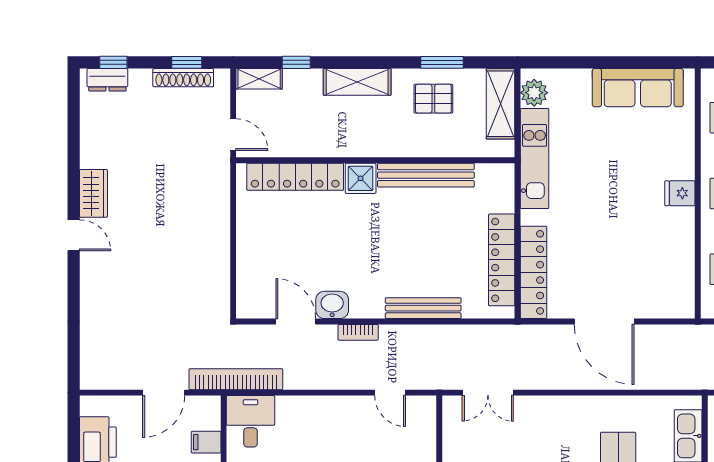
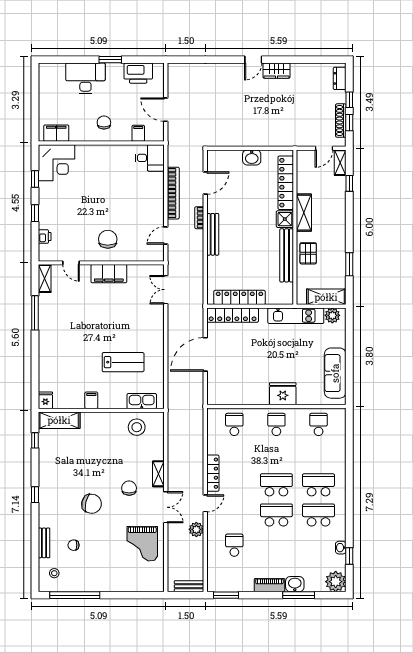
window: (113, 62) -> (349, 100), moved
shelving: (357, 82) -> (304, 213), moved
pallet: (433, 99) -> (308, 253), moved
door: (233, 135) -> (324, 148), moved
fridge: (680, 193) -> (283, 394), width x1.88, depth x1.34
washbasin: (332, 305) -> (252, 157), moved, turned 90
bench: (423, 308) -> (213, 234), moved
bookcase: (236, 379) -> (173, 193), moved

